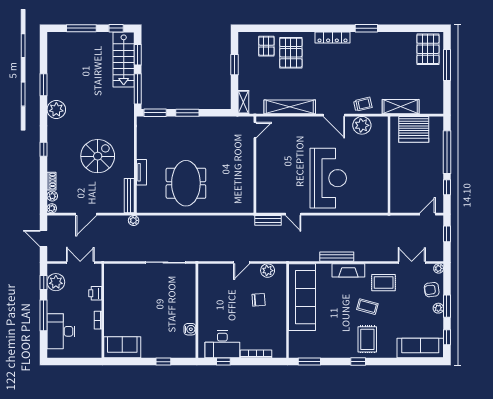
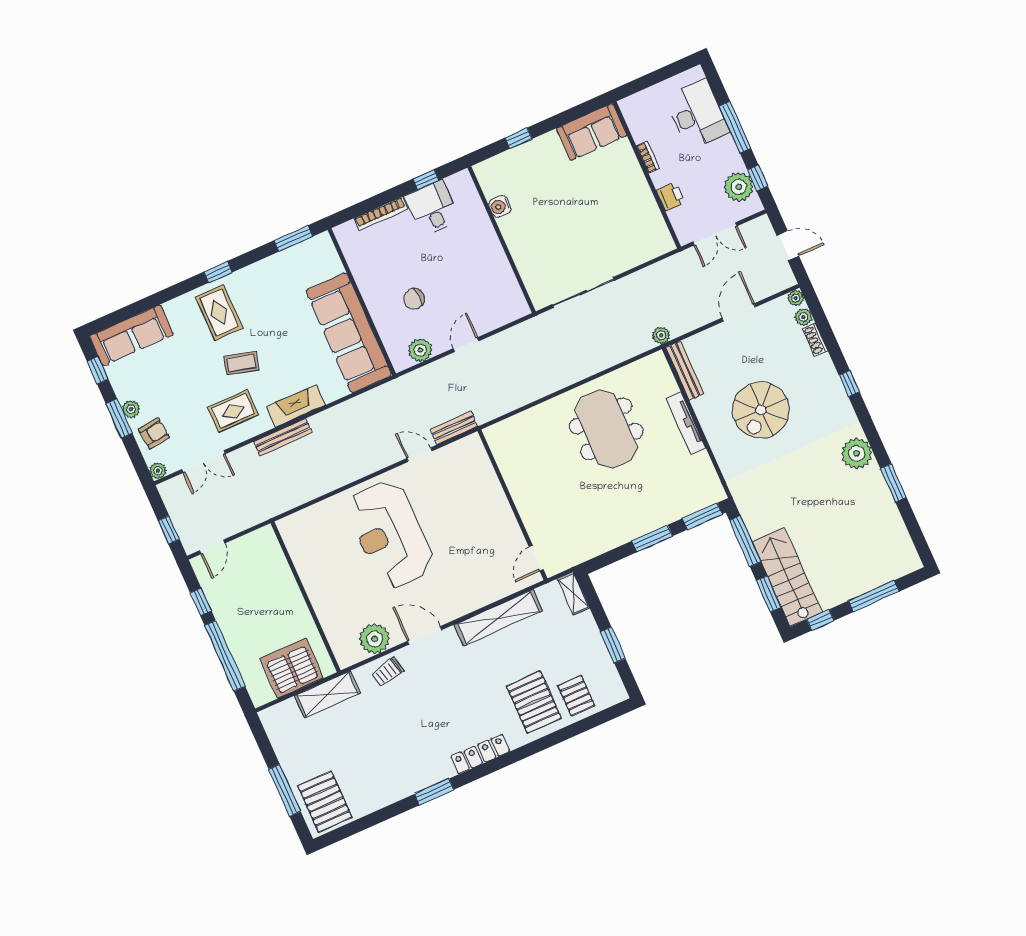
tv unit: (141, 172) -> (686, 423), width x1.41
bench: (337, 257) -> (283, 437), moved
desk: (222, 344) -> (432, 208), width x0.73

